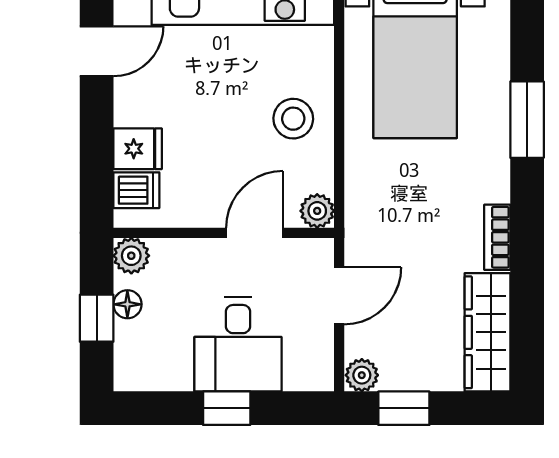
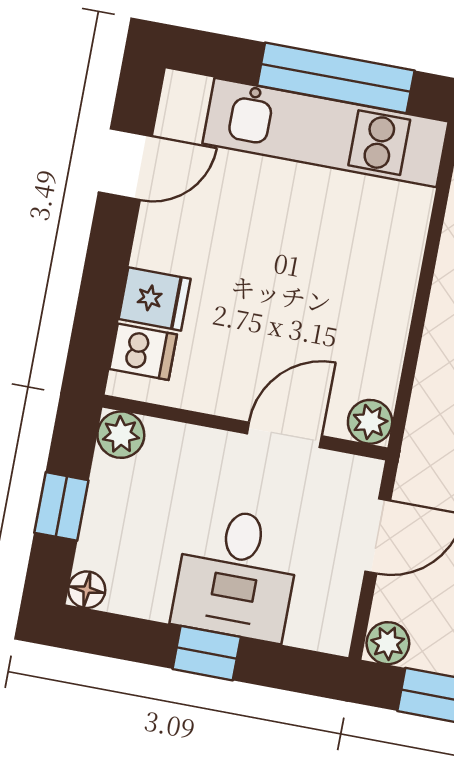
stool: (293, 119) -> (361, 298), removed
floor lamp: (127, 304) -> (87, 590), moved

